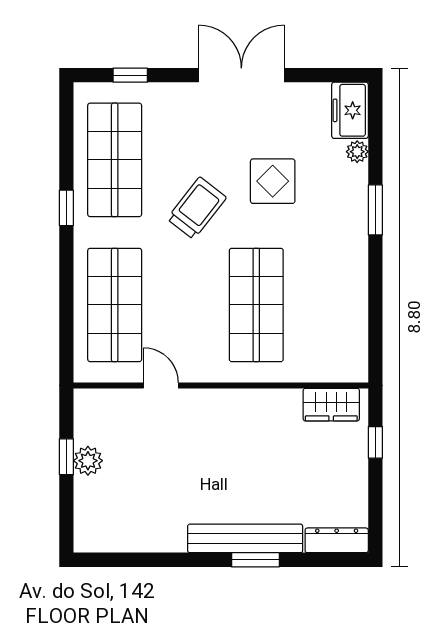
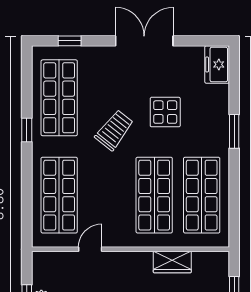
plant: (357, 152) -> (222, 92), removed
shop shelf: (327, 305) -> (202, 195), added
door: (161, 386) -> (90, 249), hinge flipped
wardrobe: (331, 405) -> (172, 262), moved

